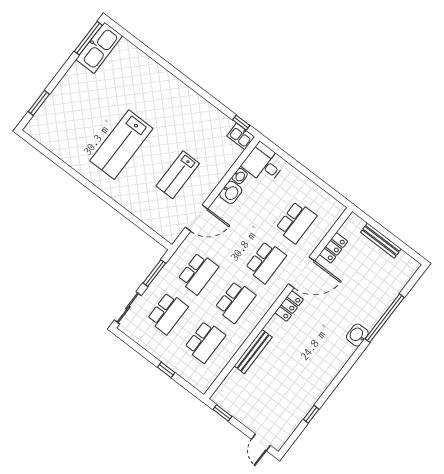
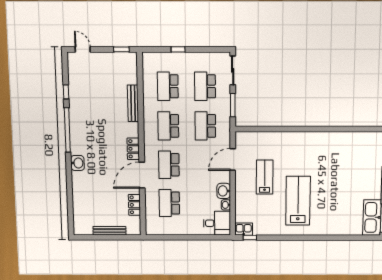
lab bench: (121, 145) -> (298, 201), moved
window: (385, 318) -> (67, 130), moved

